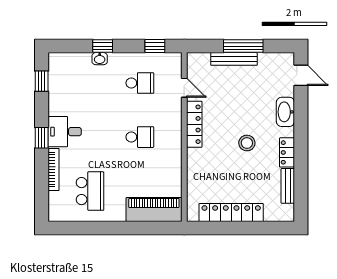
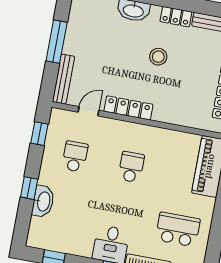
washbasin: (100, 59) -> (43, 201), width x1.91, depth x1.45
bench: (234, 59) -> (63, 79), moved

